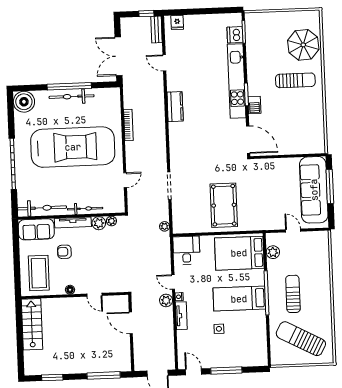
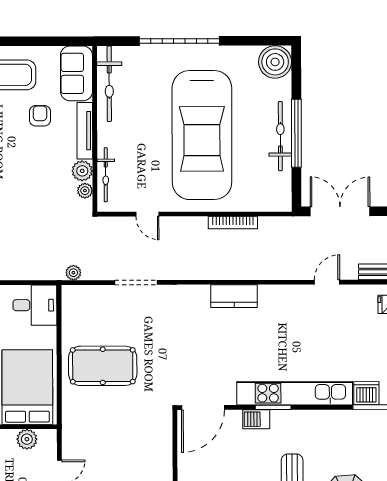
kitchen counter: (175, 107) -> (234, 296), moved
bicycle: (85, 209) -> (106, 175), moved

